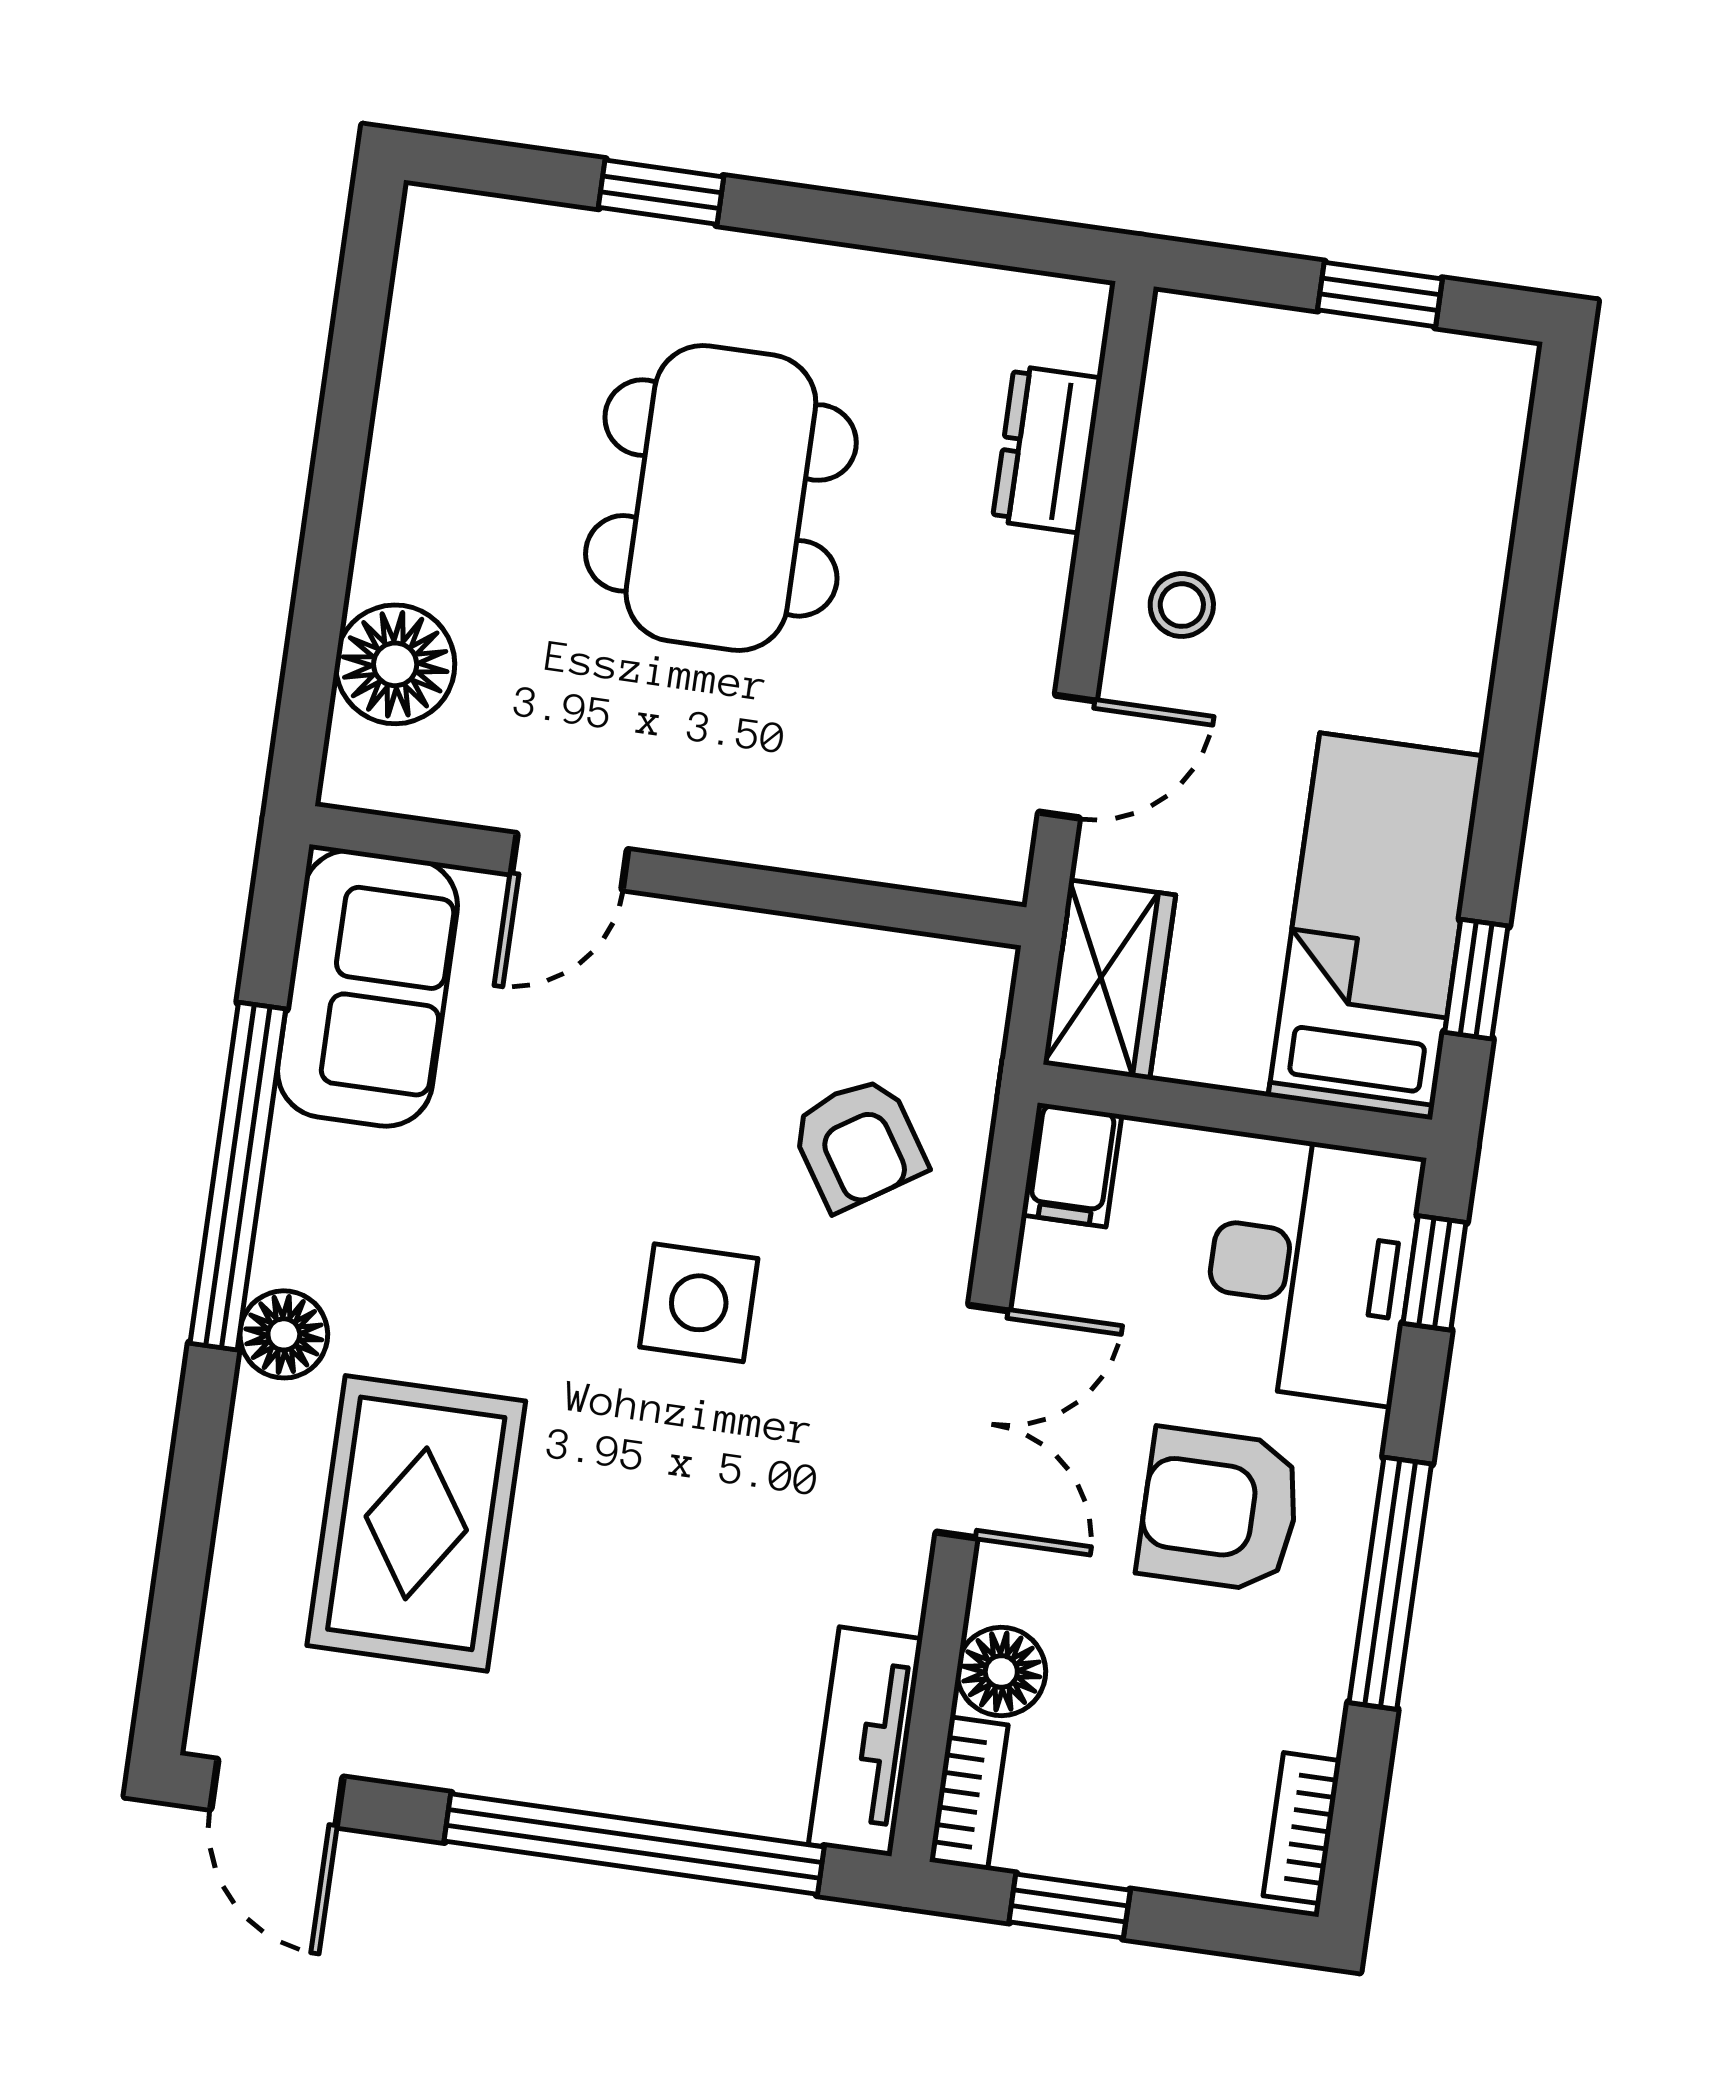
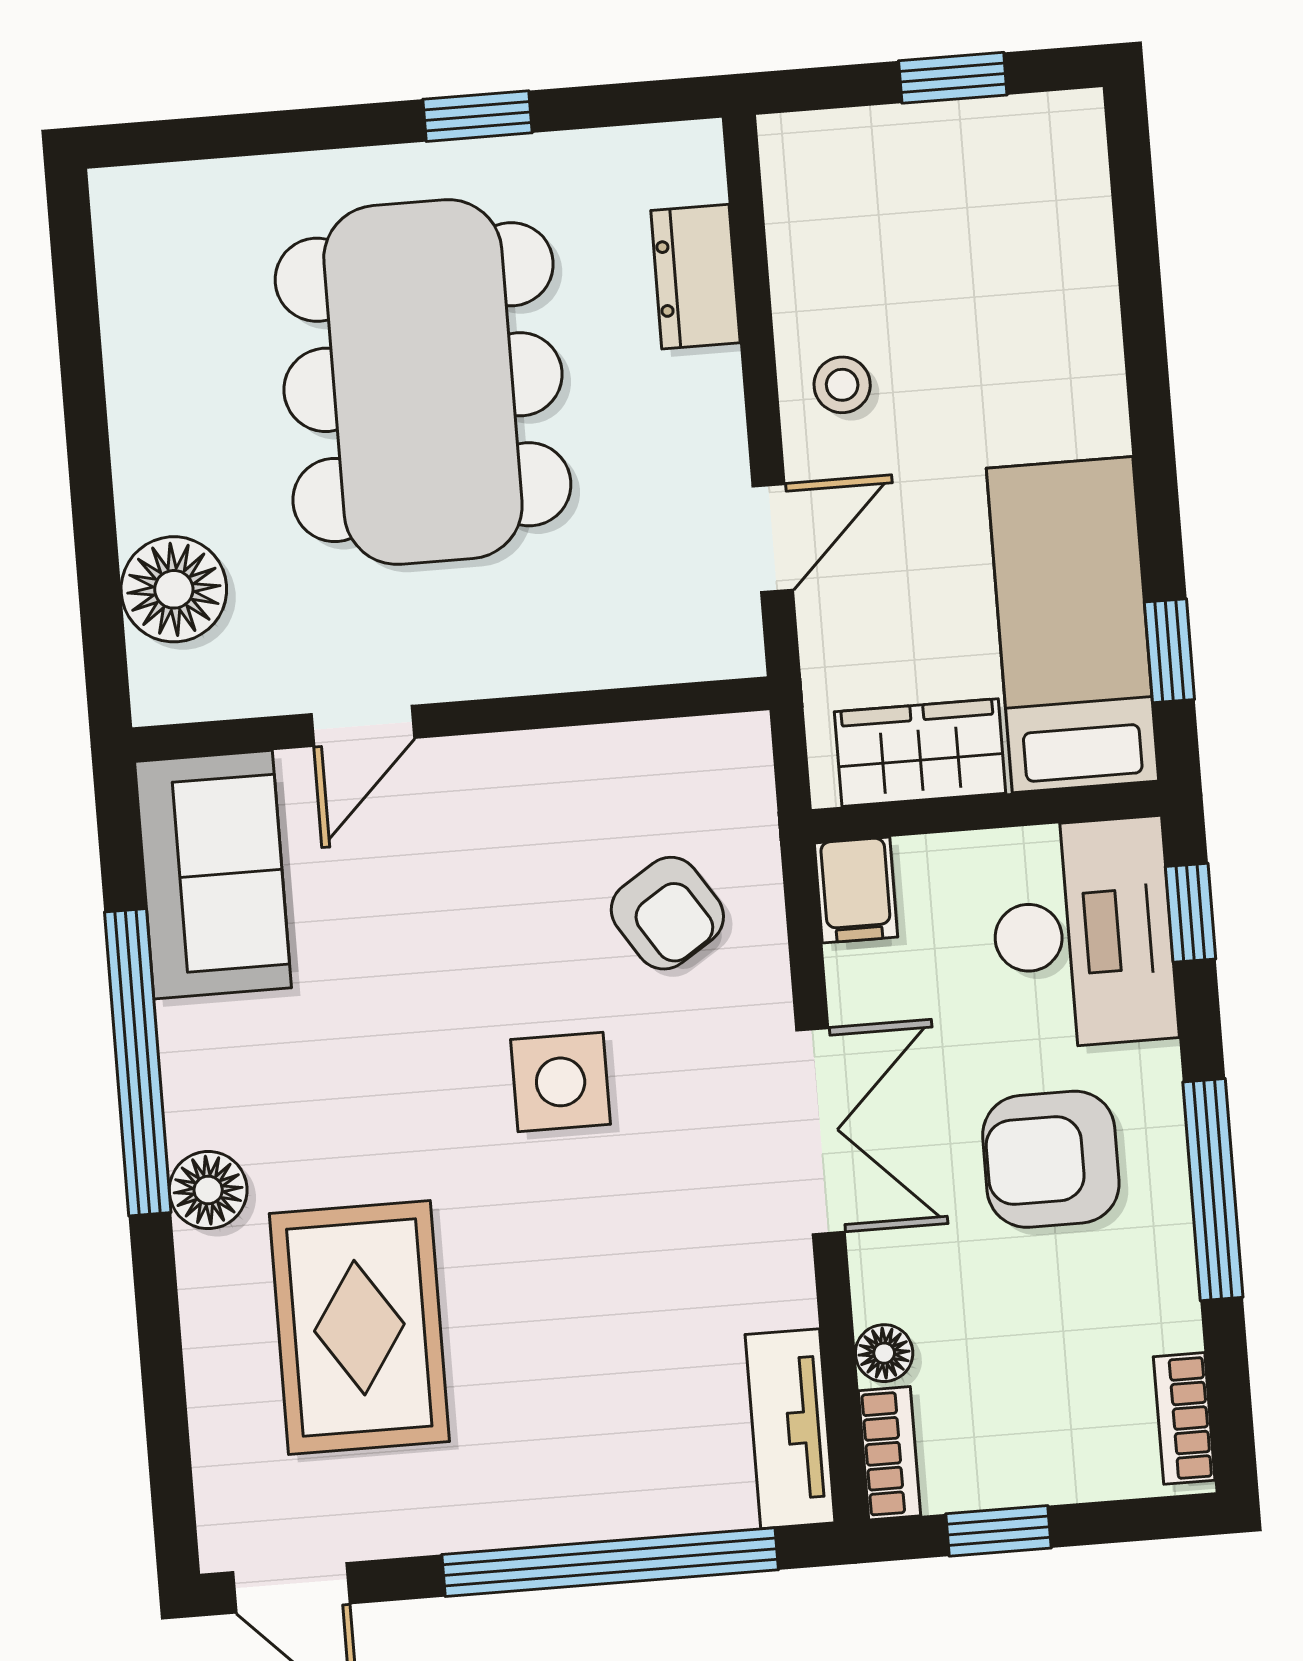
window: (661, 192) -> (477, 116), moved
dining table: (721, 498) -> (423, 382), width x1.36, depth x1.24
wardrobe: (1109, 979) -> (920, 753), moved, turned -90
floor lamp: (1001, 1672) -> (884, 1353), width x0.73, depth x0.73

